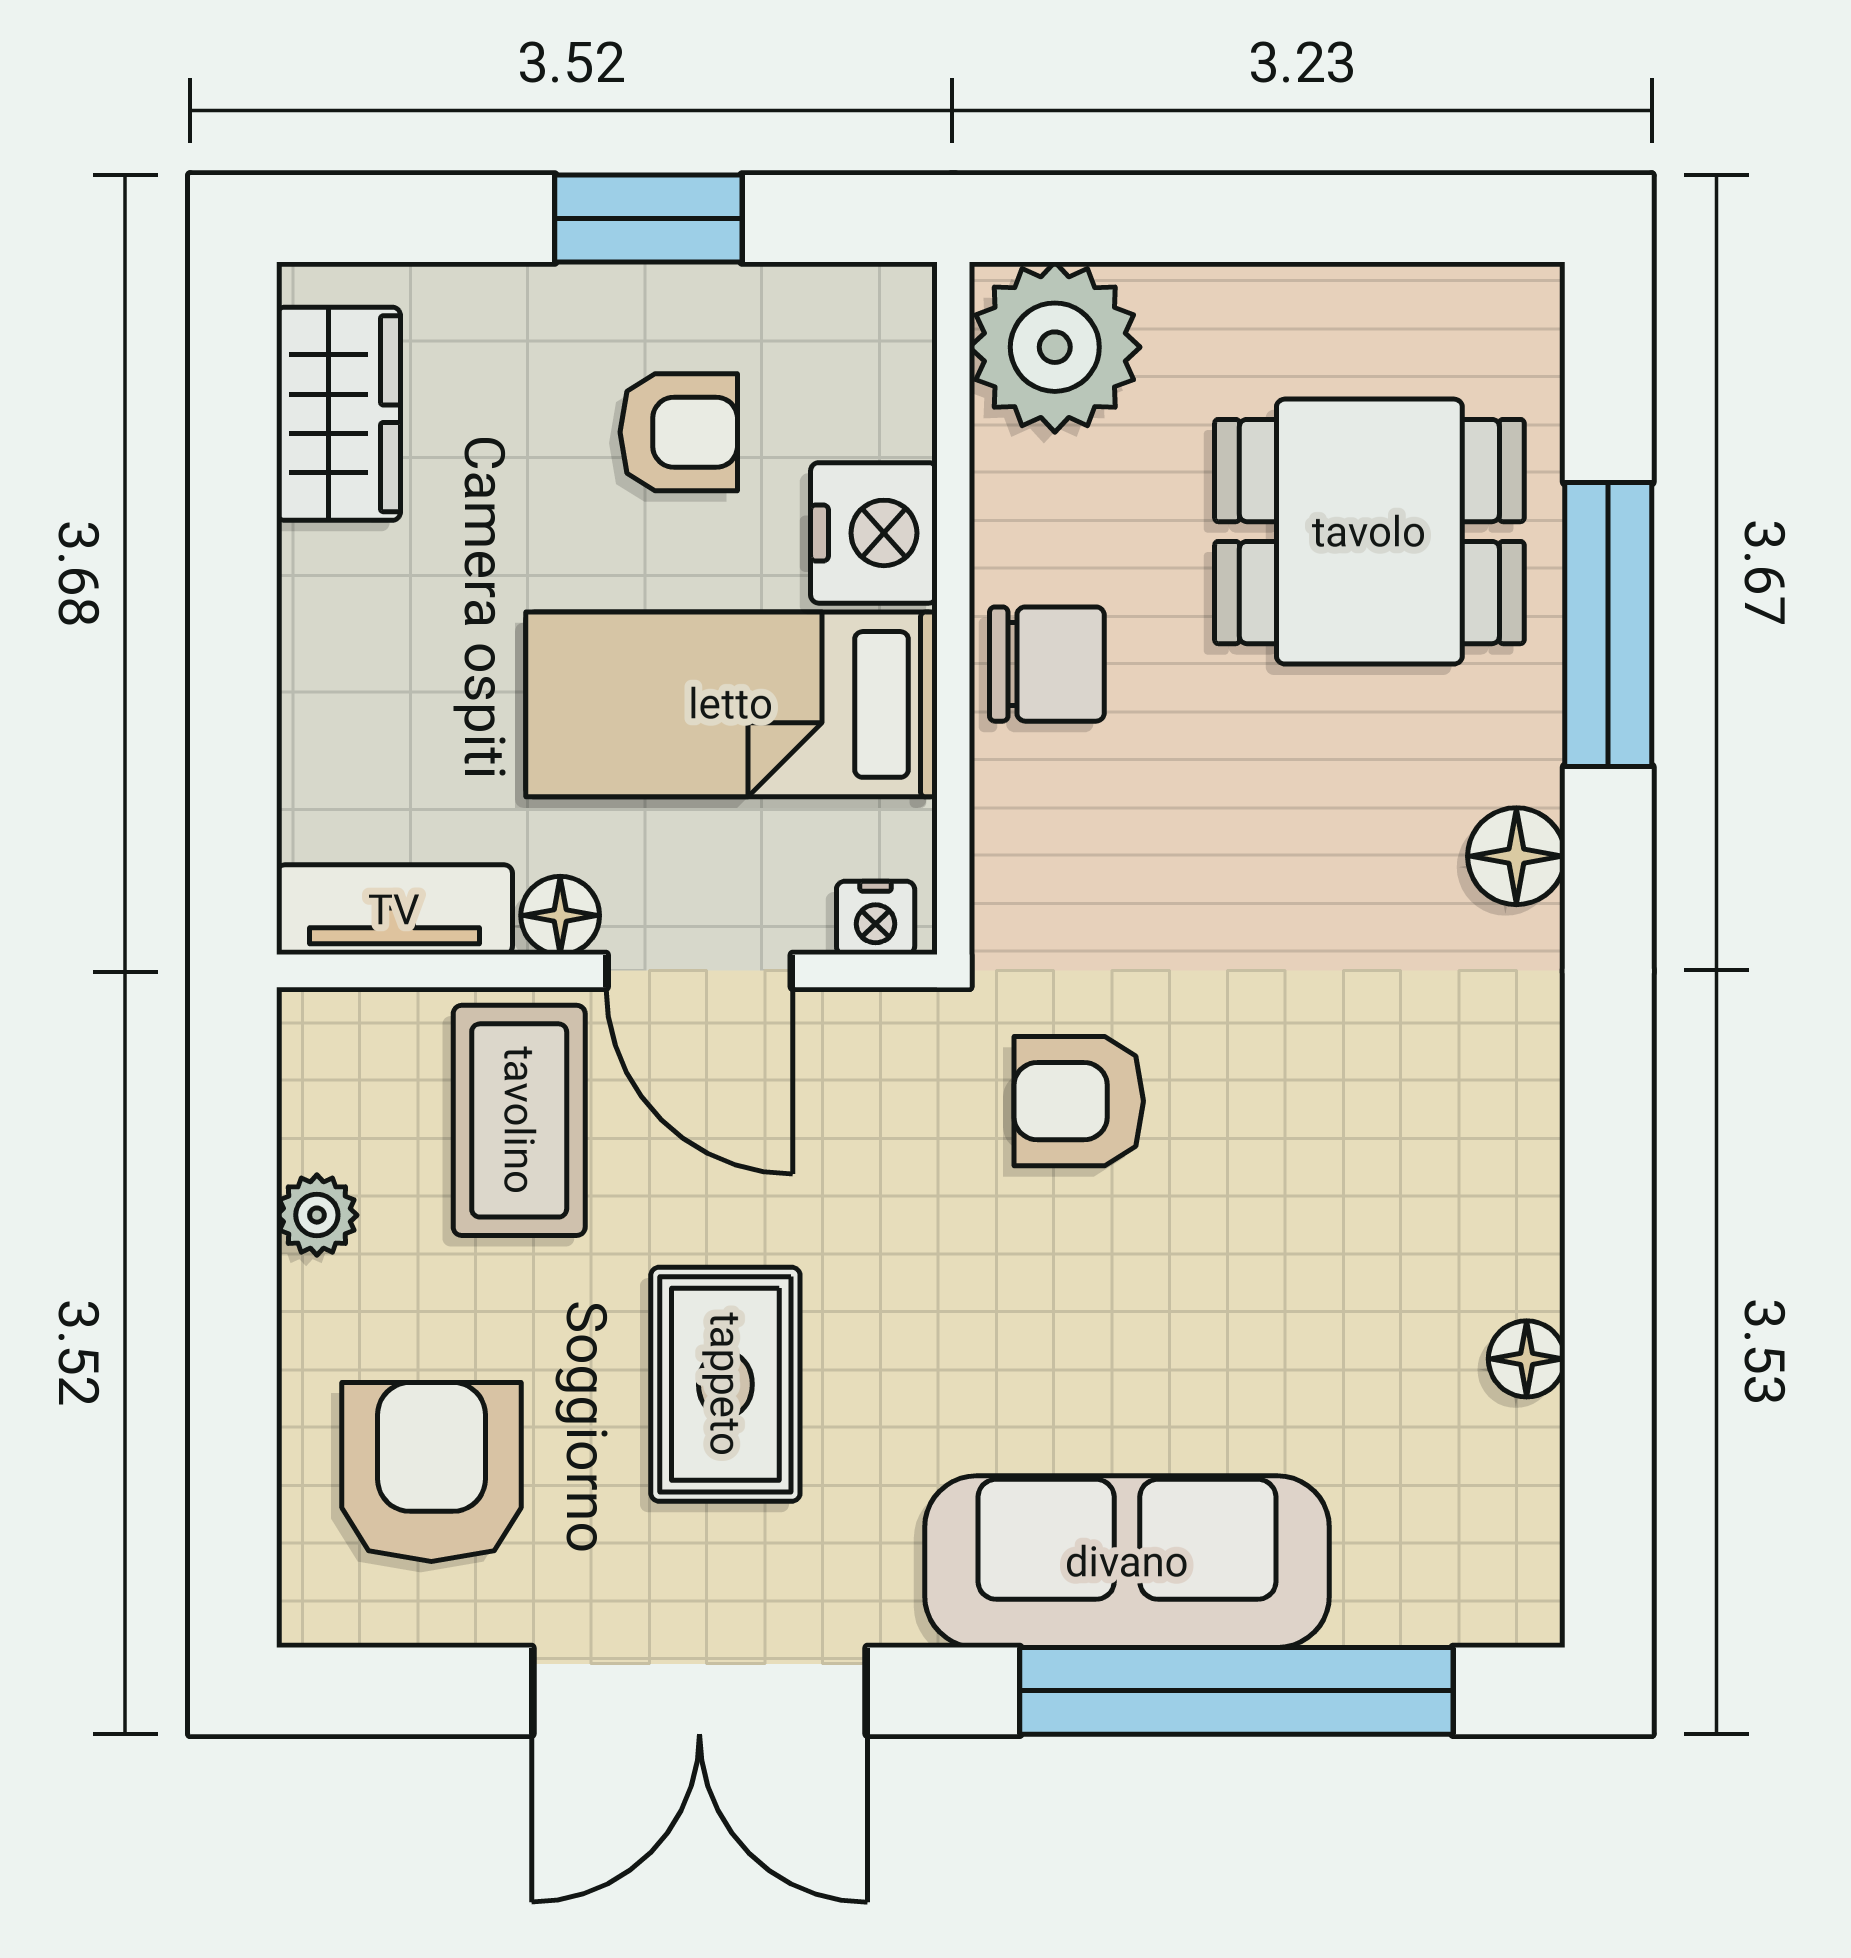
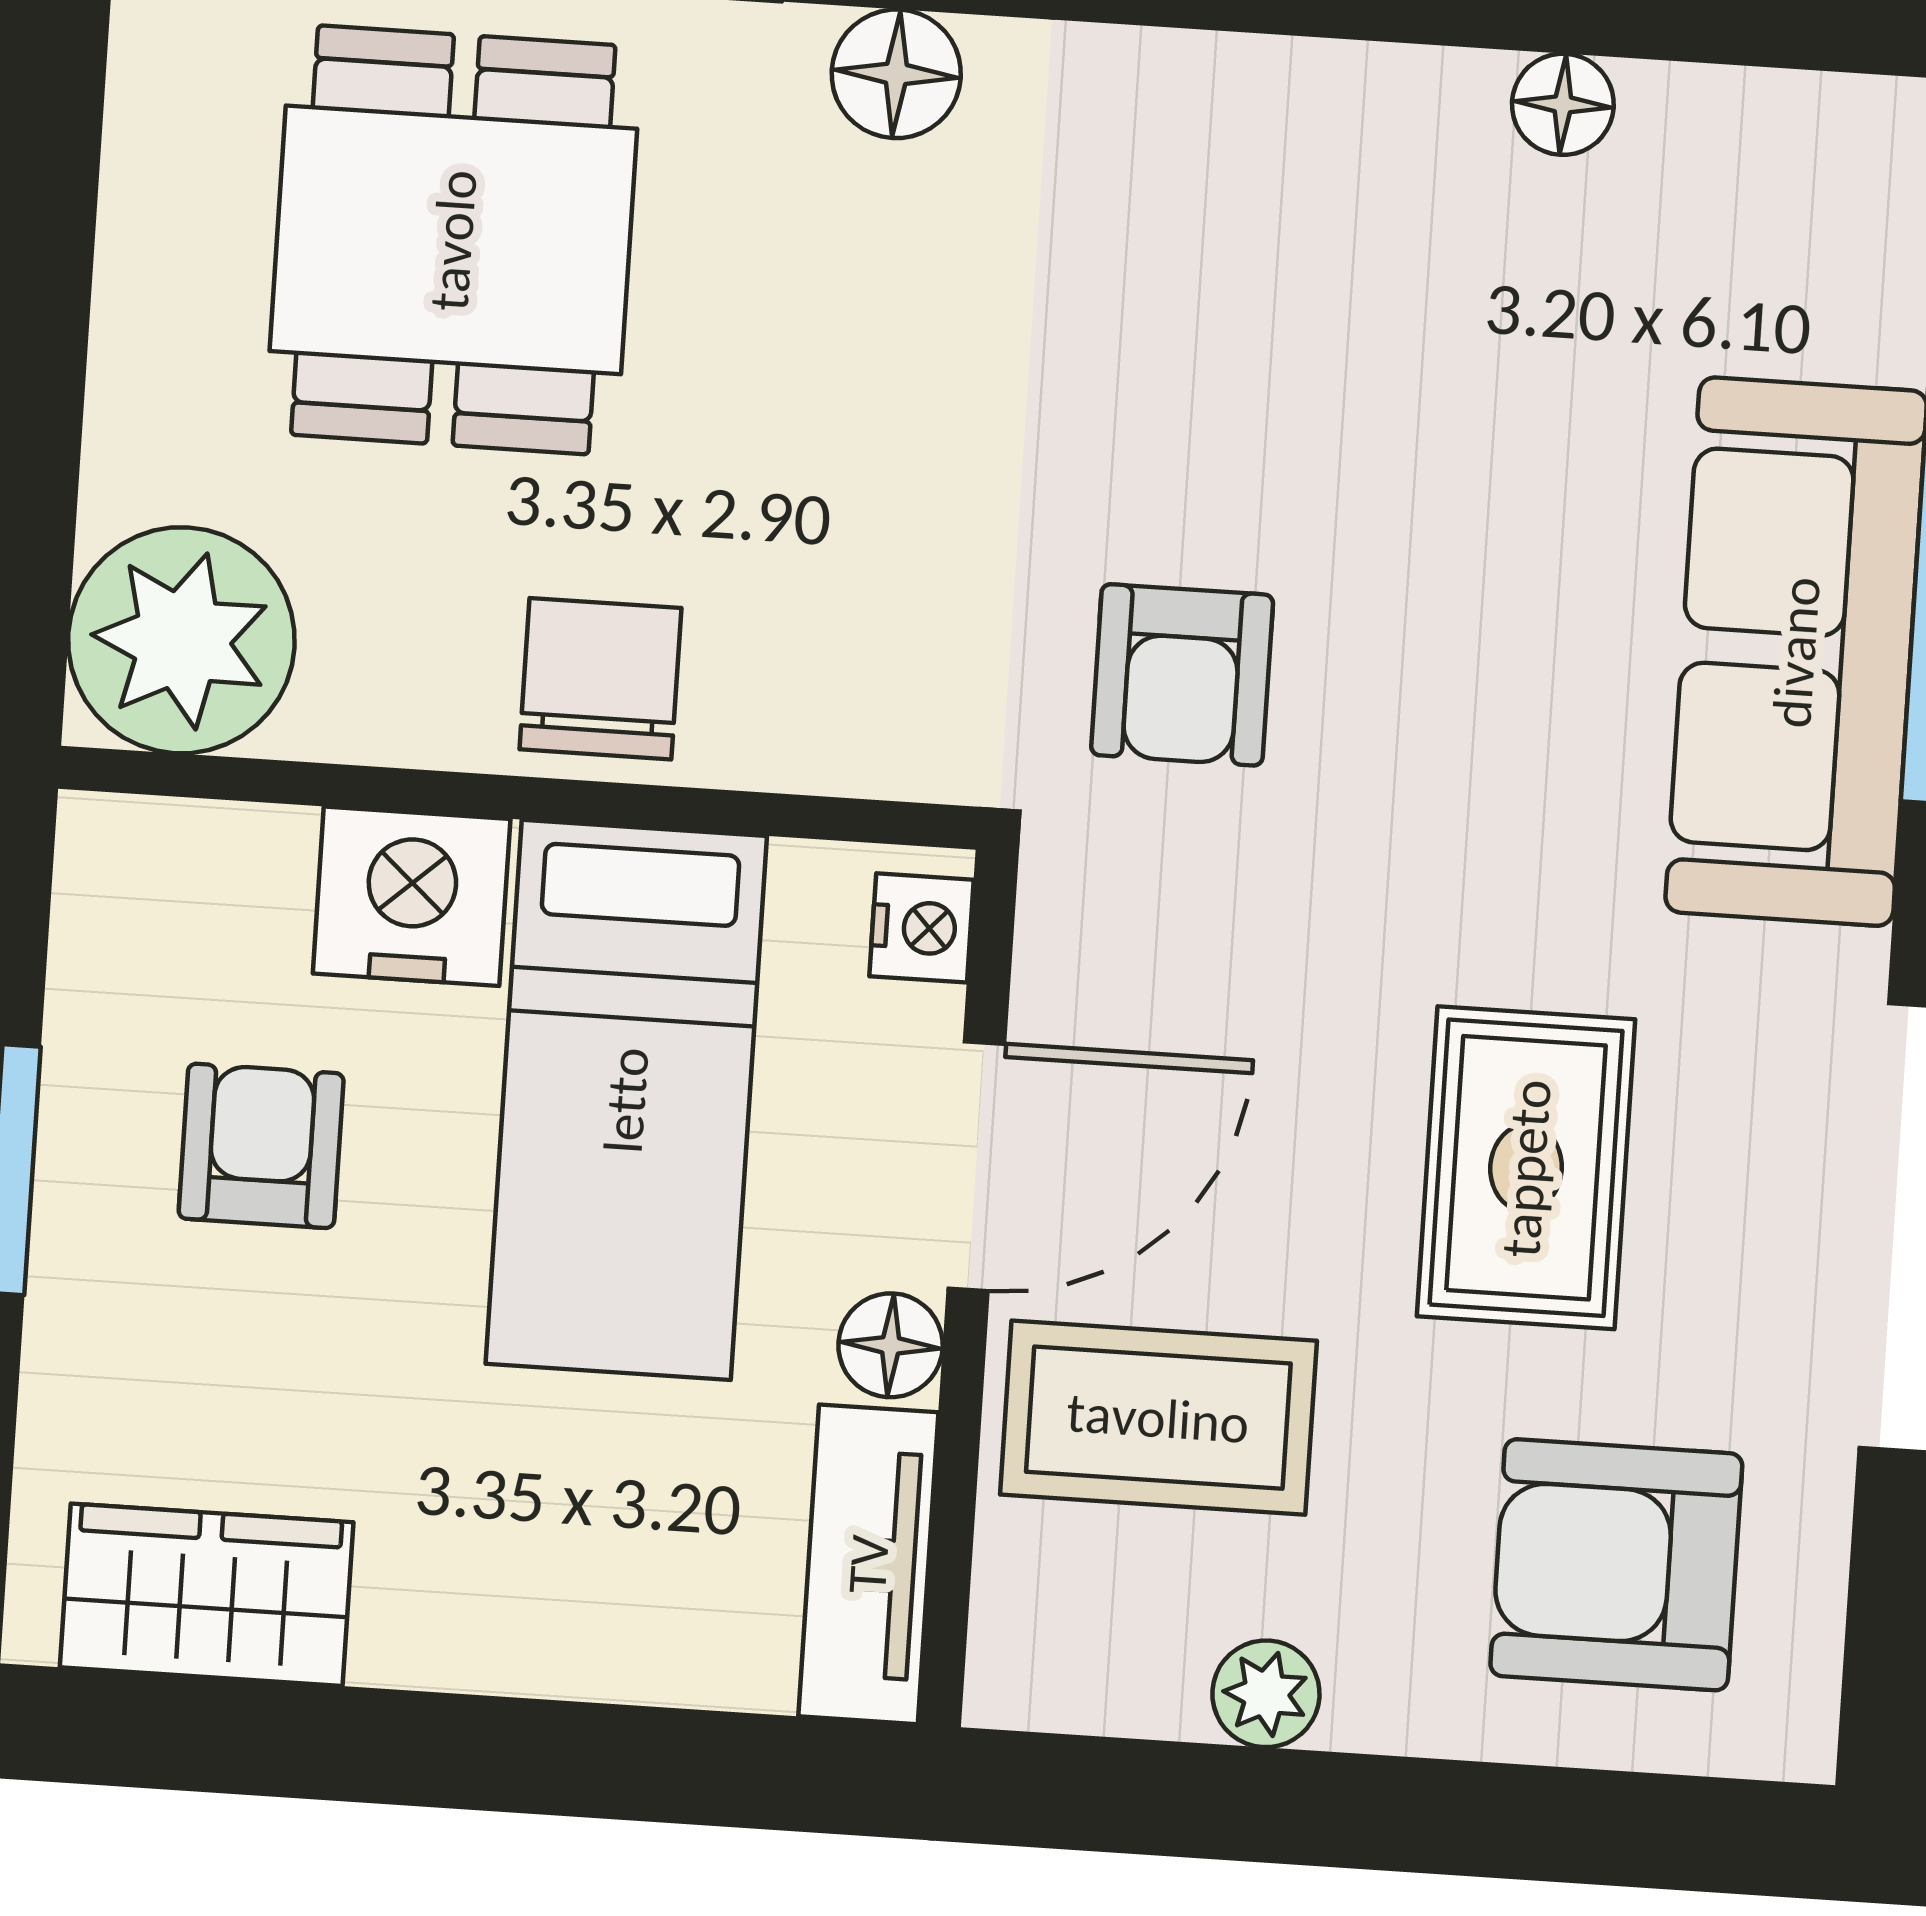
rug: (725, 1384) -> (1526, 1168), turned 90

